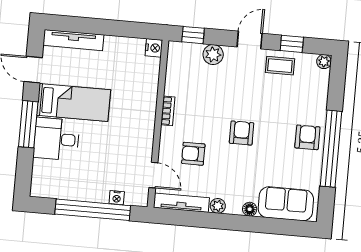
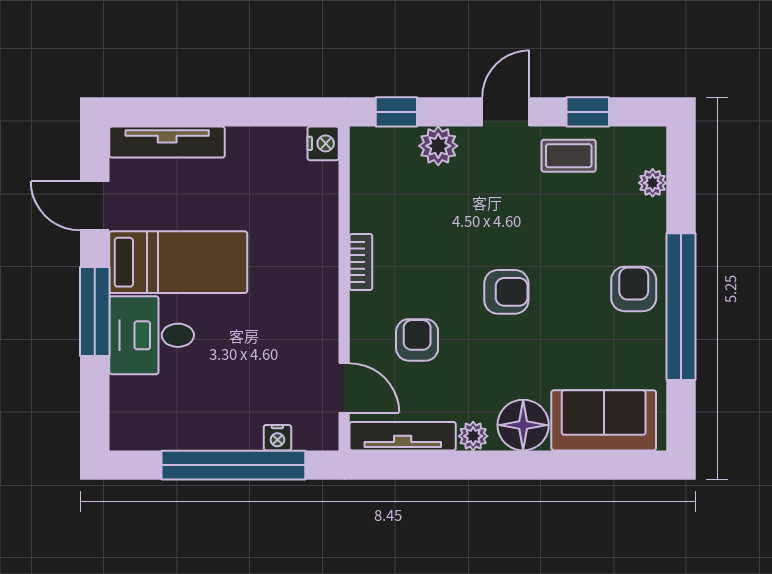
plant: (324, 62) -> (653, 183), moved
armchair: (242, 133) -> (506, 292), turned 90
armchair: (193, 154) -> (417, 340), turned 90
floor lamp: (250, 209) -> (523, 425), width x1.89, depth x1.89

